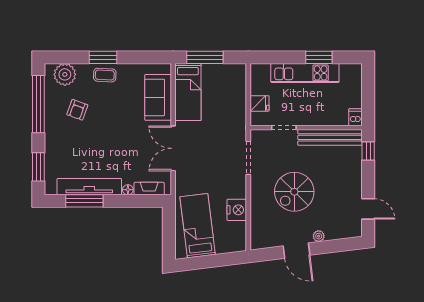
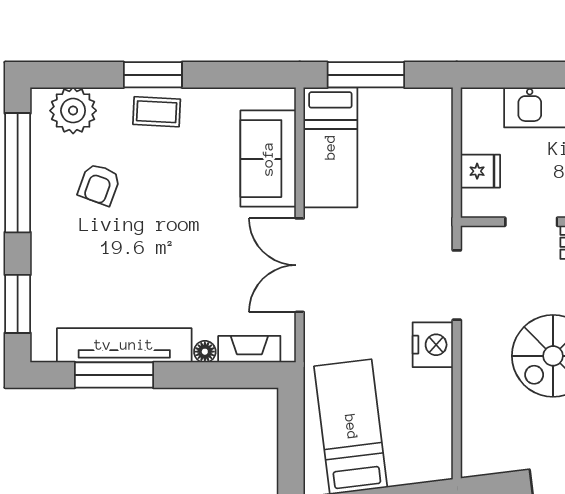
nightstand: (237, 210) -> (433, 345), moved

